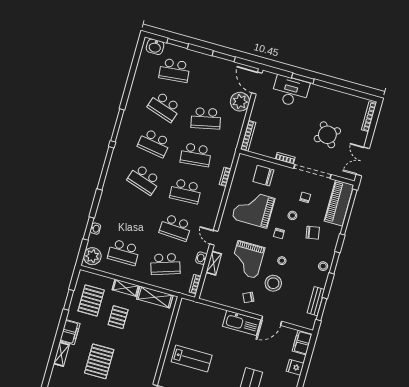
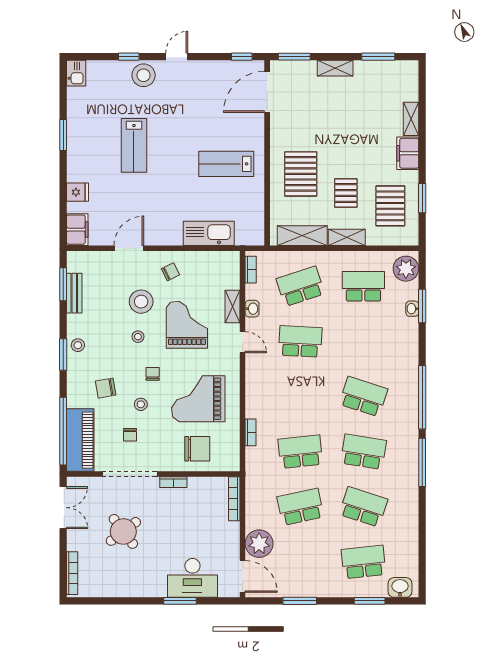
school desk: (186, 191) -> (300, 397), removed
grand piano: (253, 209) -> (198, 399), turned 180
kitchen sink: (241, 323) -> (209, 233), moved
pallet: (99, 361) -> (301, 174), moved

